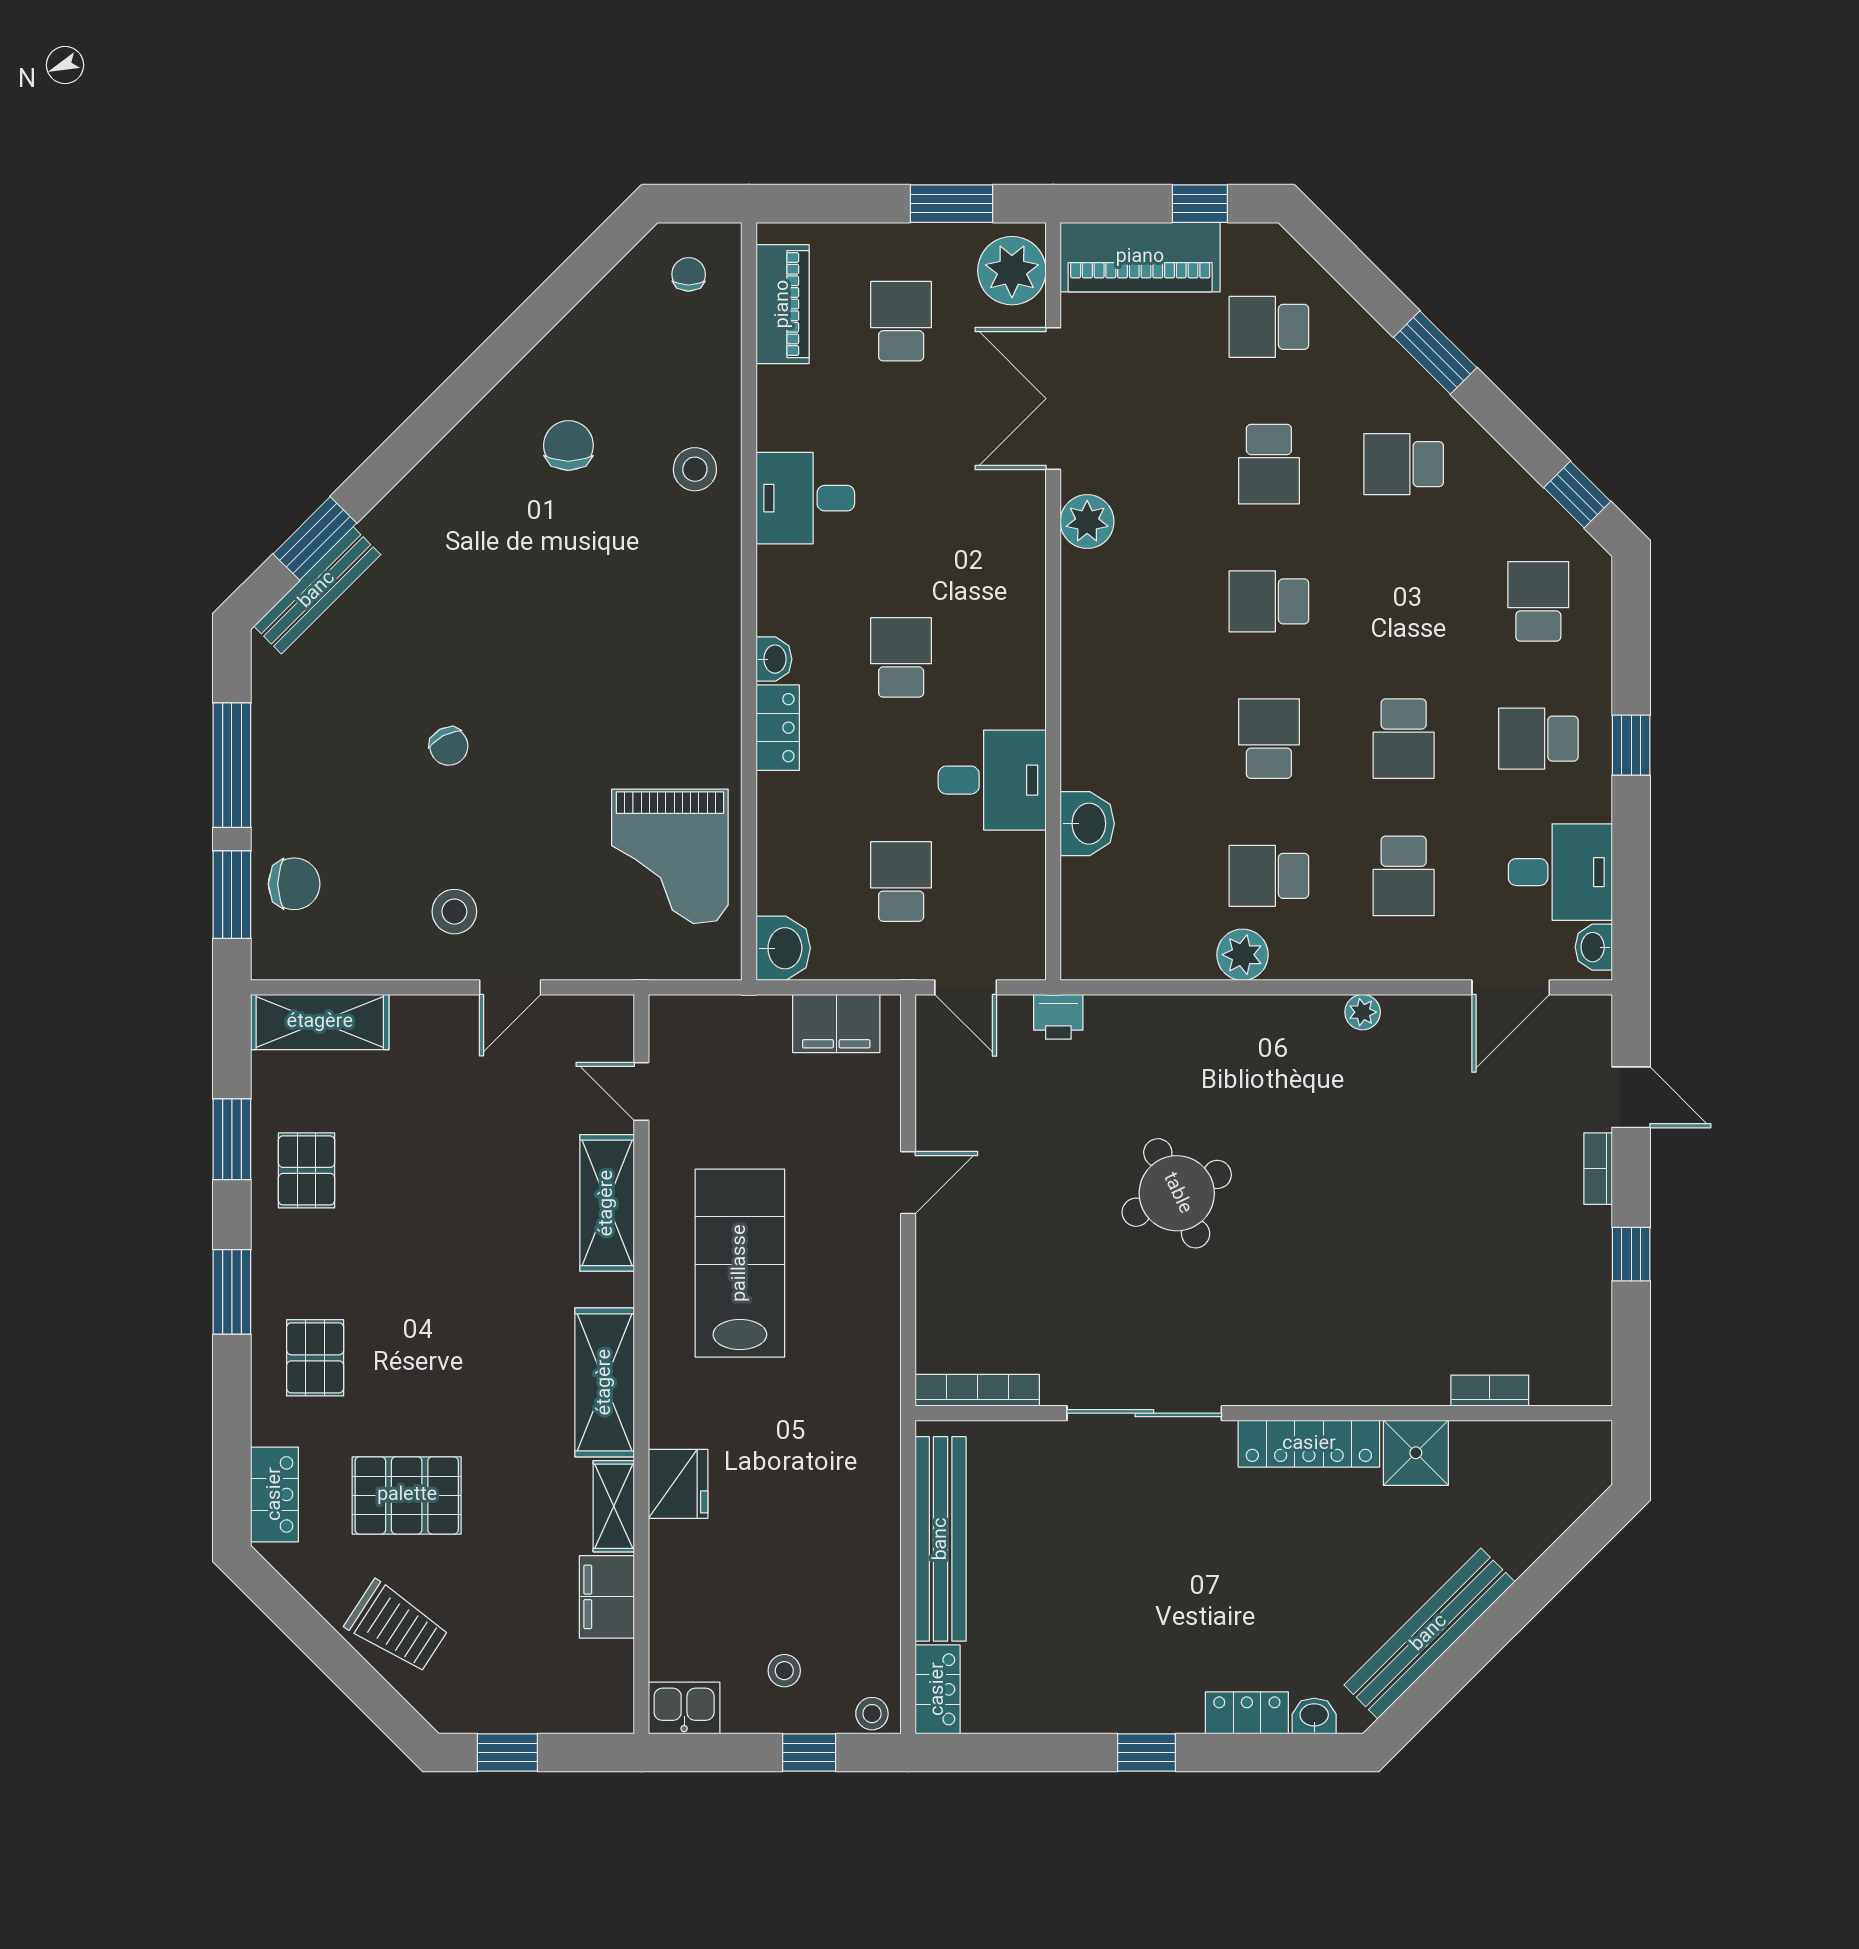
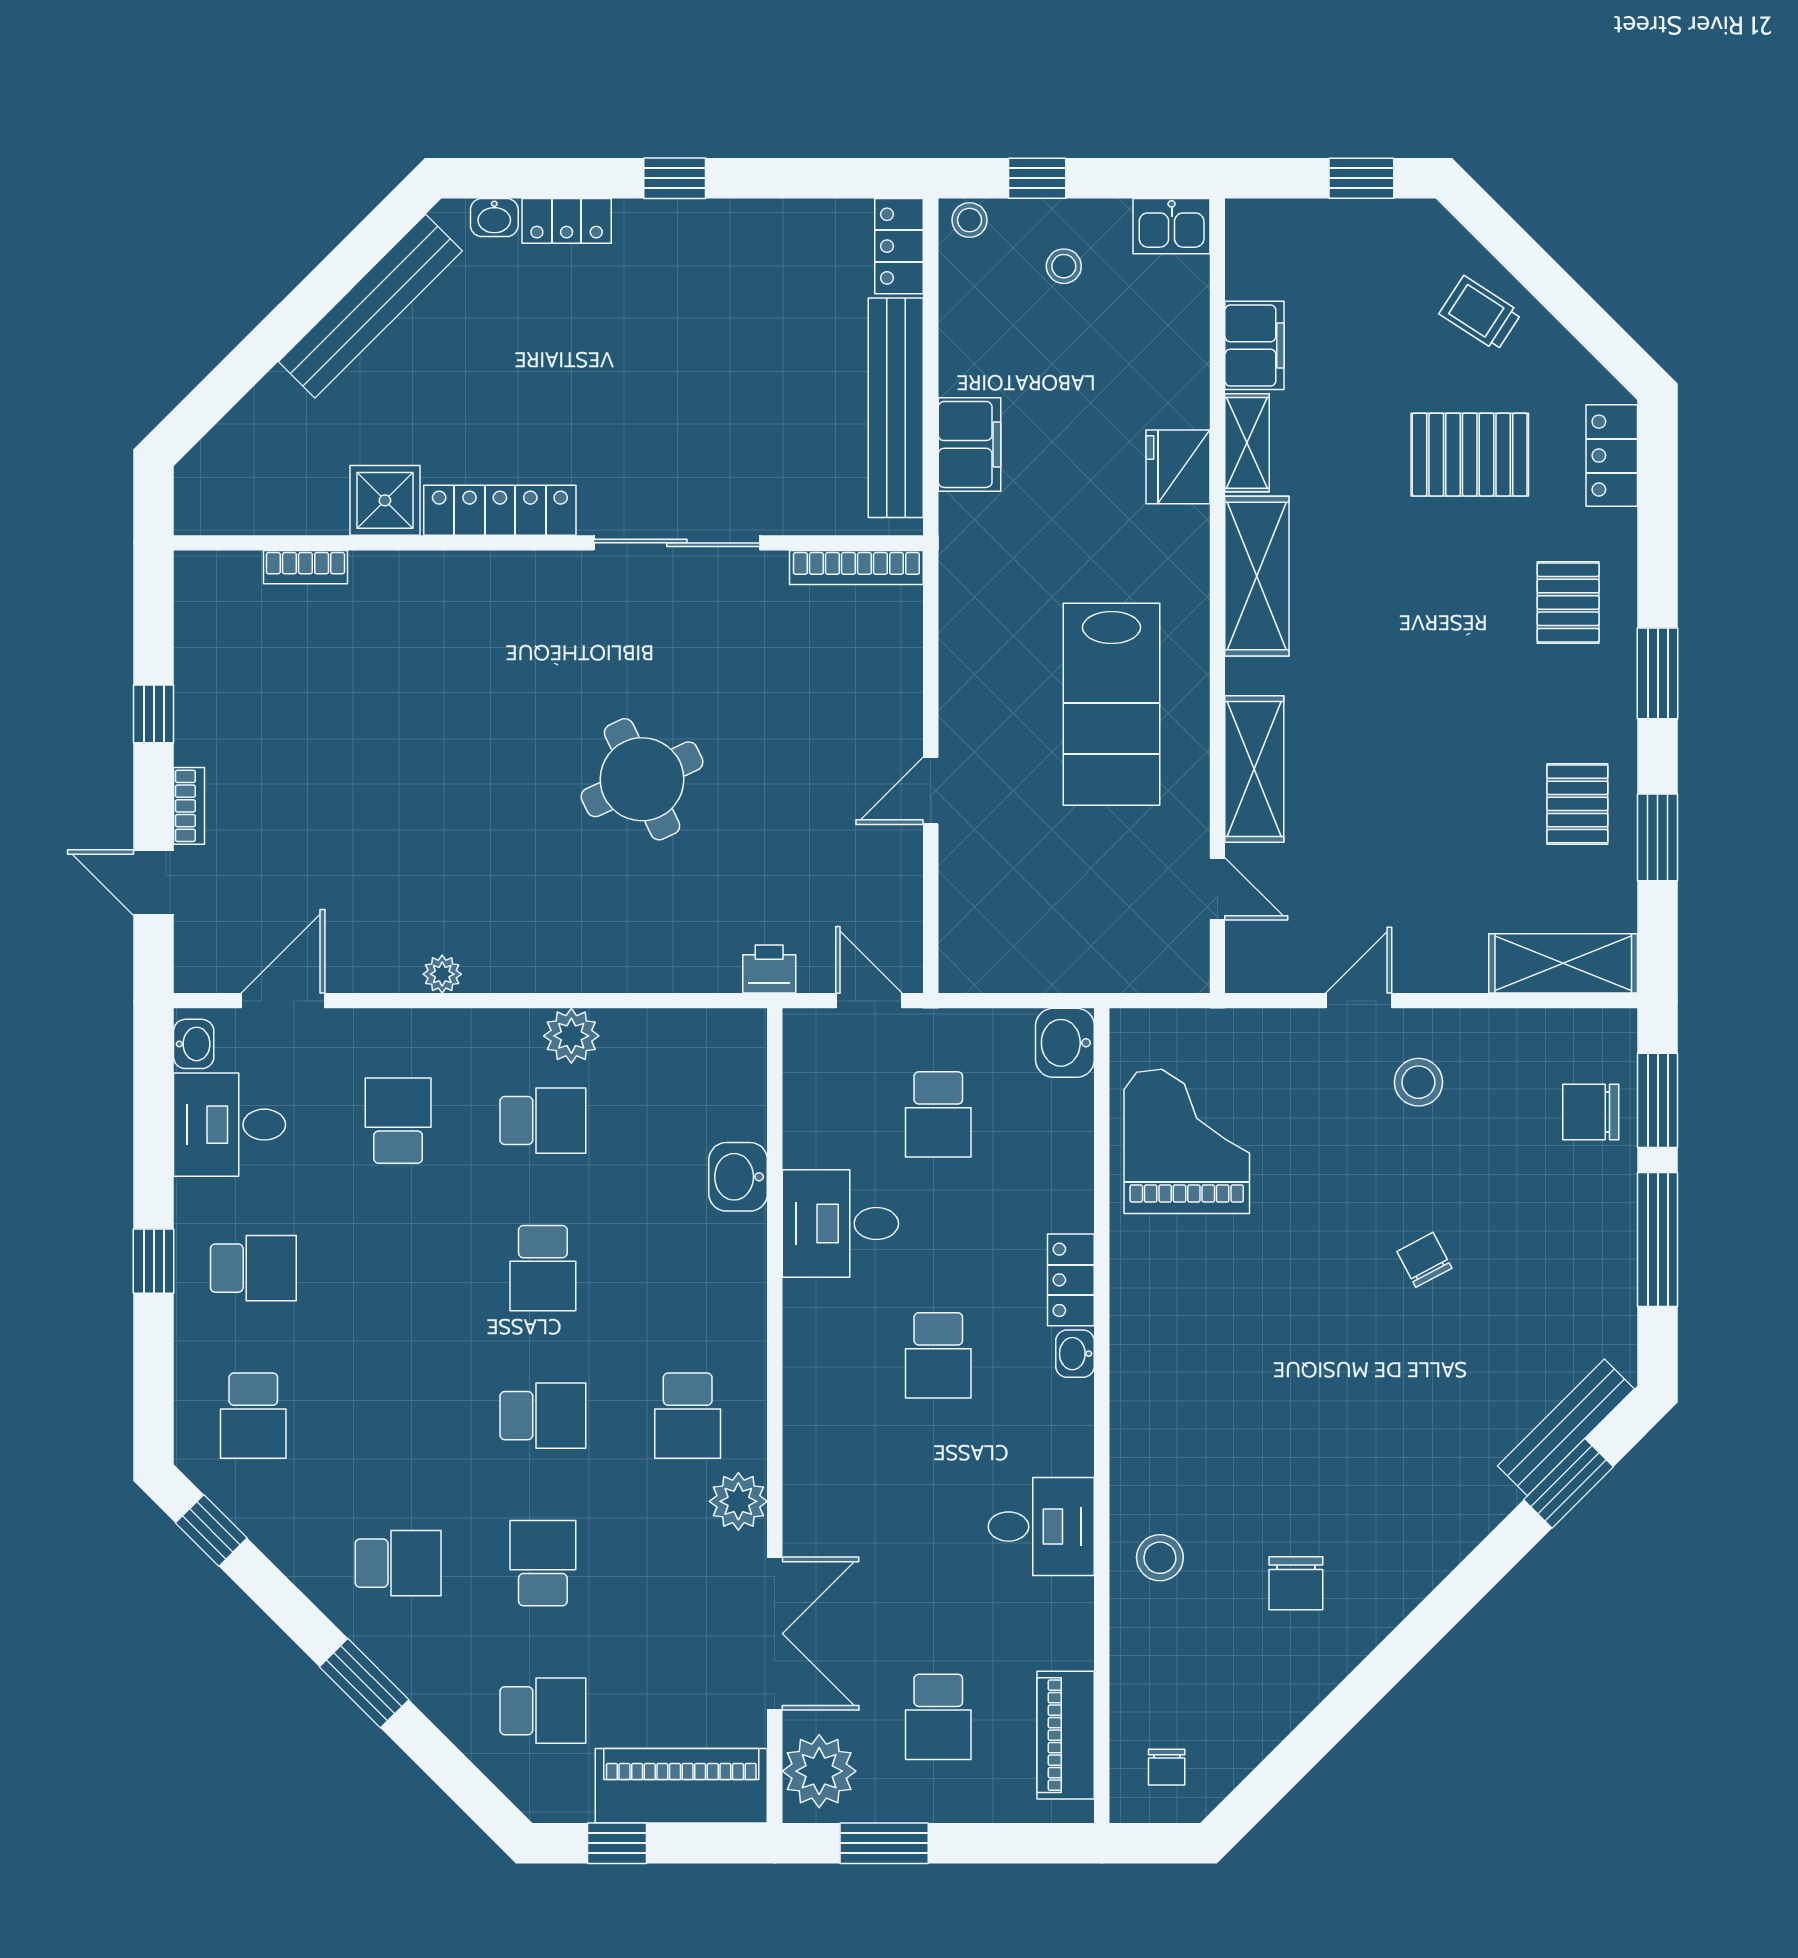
school desk: (1404, 739) -> (688, 1416), moved, turned 180
filing cabinet: (836, 1023) -> (969, 444), moved, turned 90
trolley: (397, 1627) -> (1480, 313), width x0.73, depth x0.72

